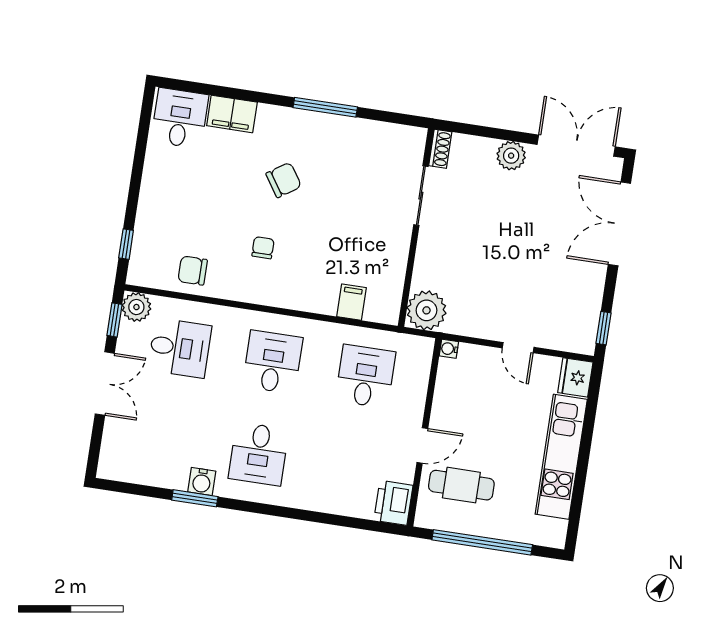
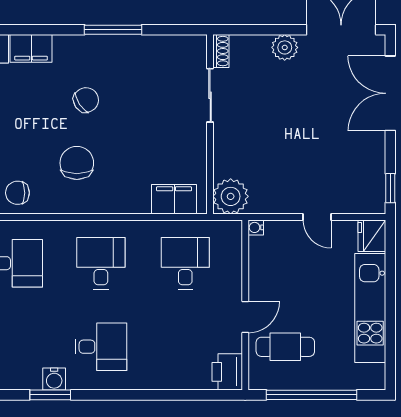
chair: (263, 248) -> (77, 163), width x1.87, depth x1.87
filing cabinet: (351, 302) -> (174, 199), width x2.00
desk: (259, 454) -> (101, 347), turned -90

